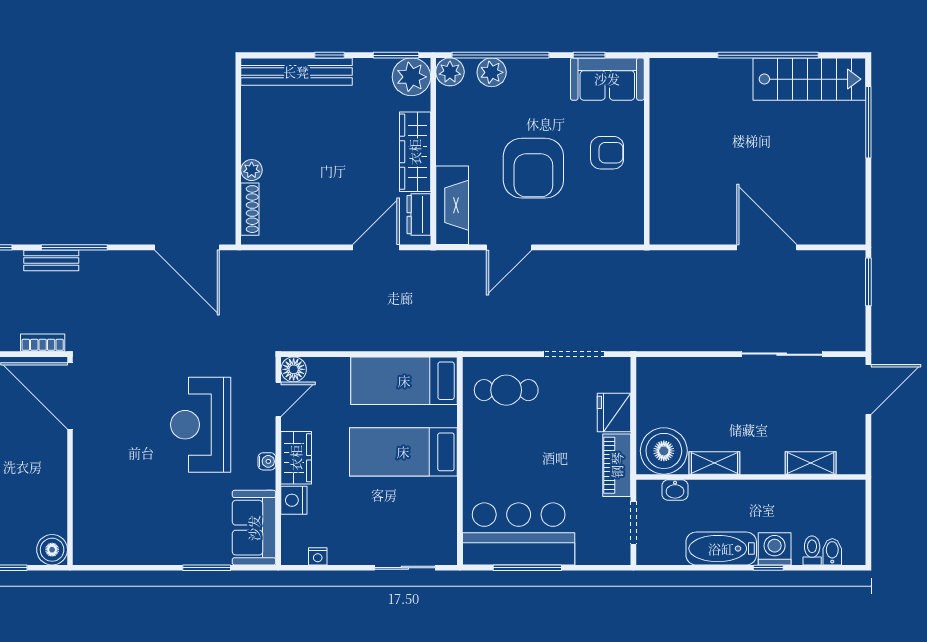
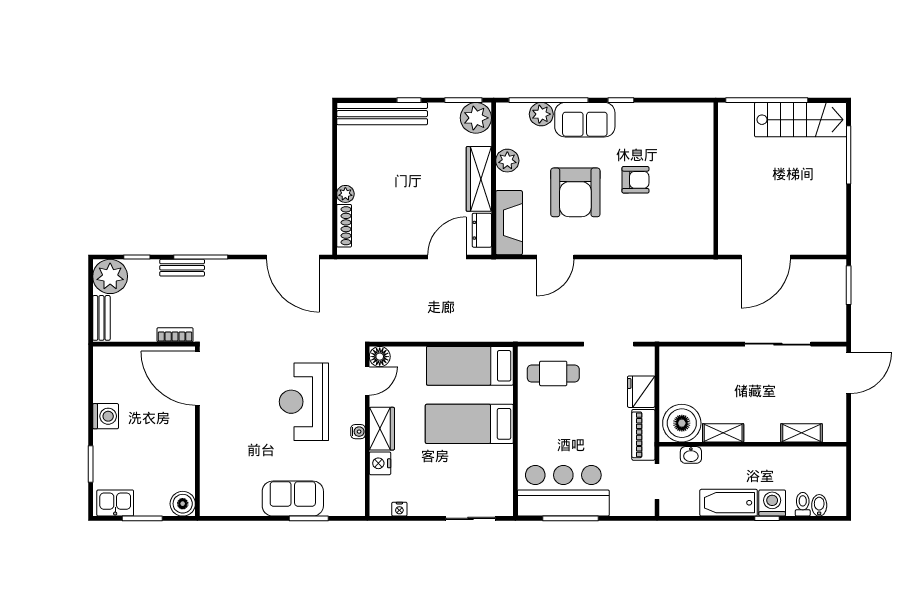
plant: (450, 72) -> (507, 161), moved
sofa: (607, 79) -> (585, 120), moved
wall: (647, 151) -> (716, 179), moved
door: (767, 247) -> (766, 257), swing flipped
sofa: (254, 528) -> (293, 499), moved, turned 90

